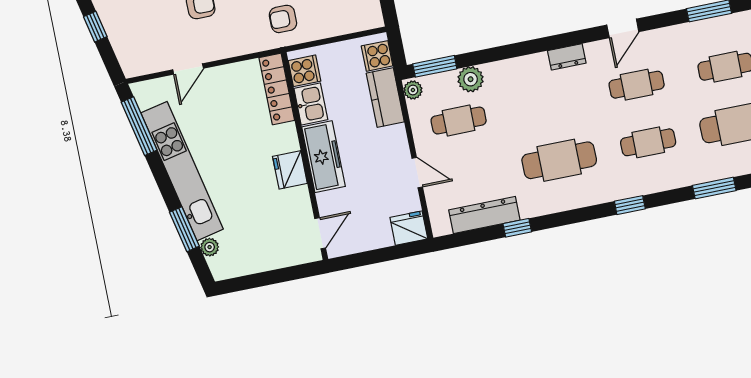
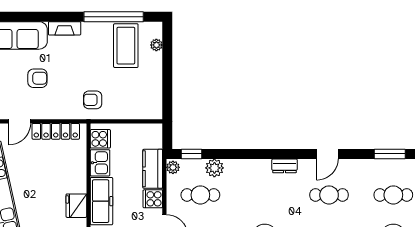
cooker: (377, 56) -> (153, 199), moved
window: (435, 66) -> (191, 154), width x0.67
locker: (277, 89) -> (56, 131), moved, turned -90

